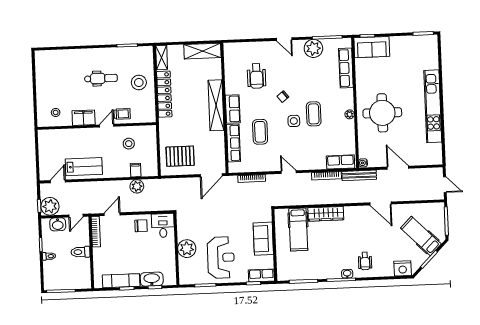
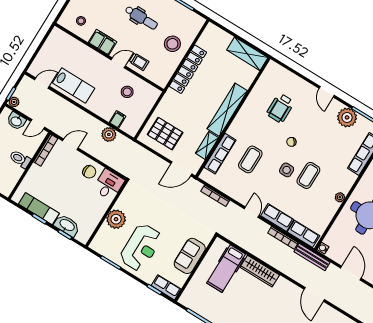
shelving: (162, 58) -> (207, 145), moved
row of seats: (233, 109) -> (277, 218), moved, turned -90
plant: (50, 206) -> (14, 102), width x0.53, depth x0.53

